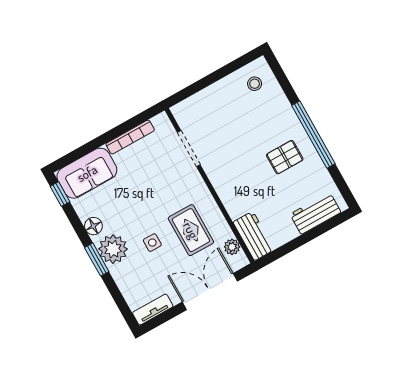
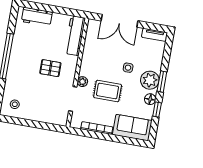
pallet: (285, 157) -> (50, 68), moved
window: (60, 194) -> (157, 109), moved
rug: (191, 230) -> (108, 91), moved, turned 90
workbench: (254, 236) -> (75, 36), width x1.38
plant: (232, 247) -> (82, 82), moved

